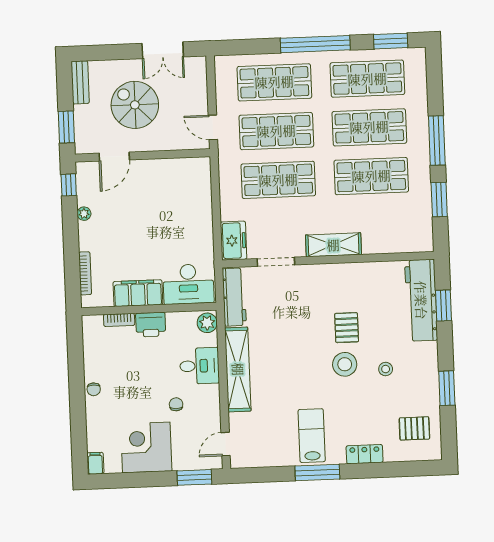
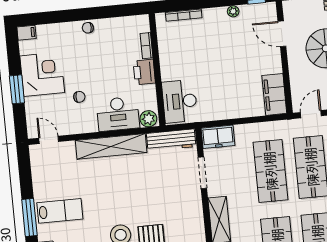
filing cabinet: (138, 293) -> (274, 94), moved, turned 180
desk: (199, 366) -> (118, 114), width x1.37
window: (194, 477) -> (17, 89), moved

